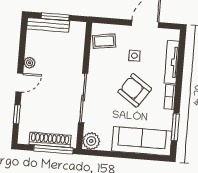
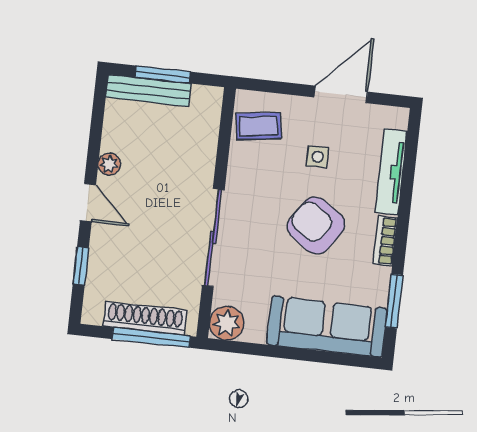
door: (19, 82) -> (88, 203), hinge flipped

